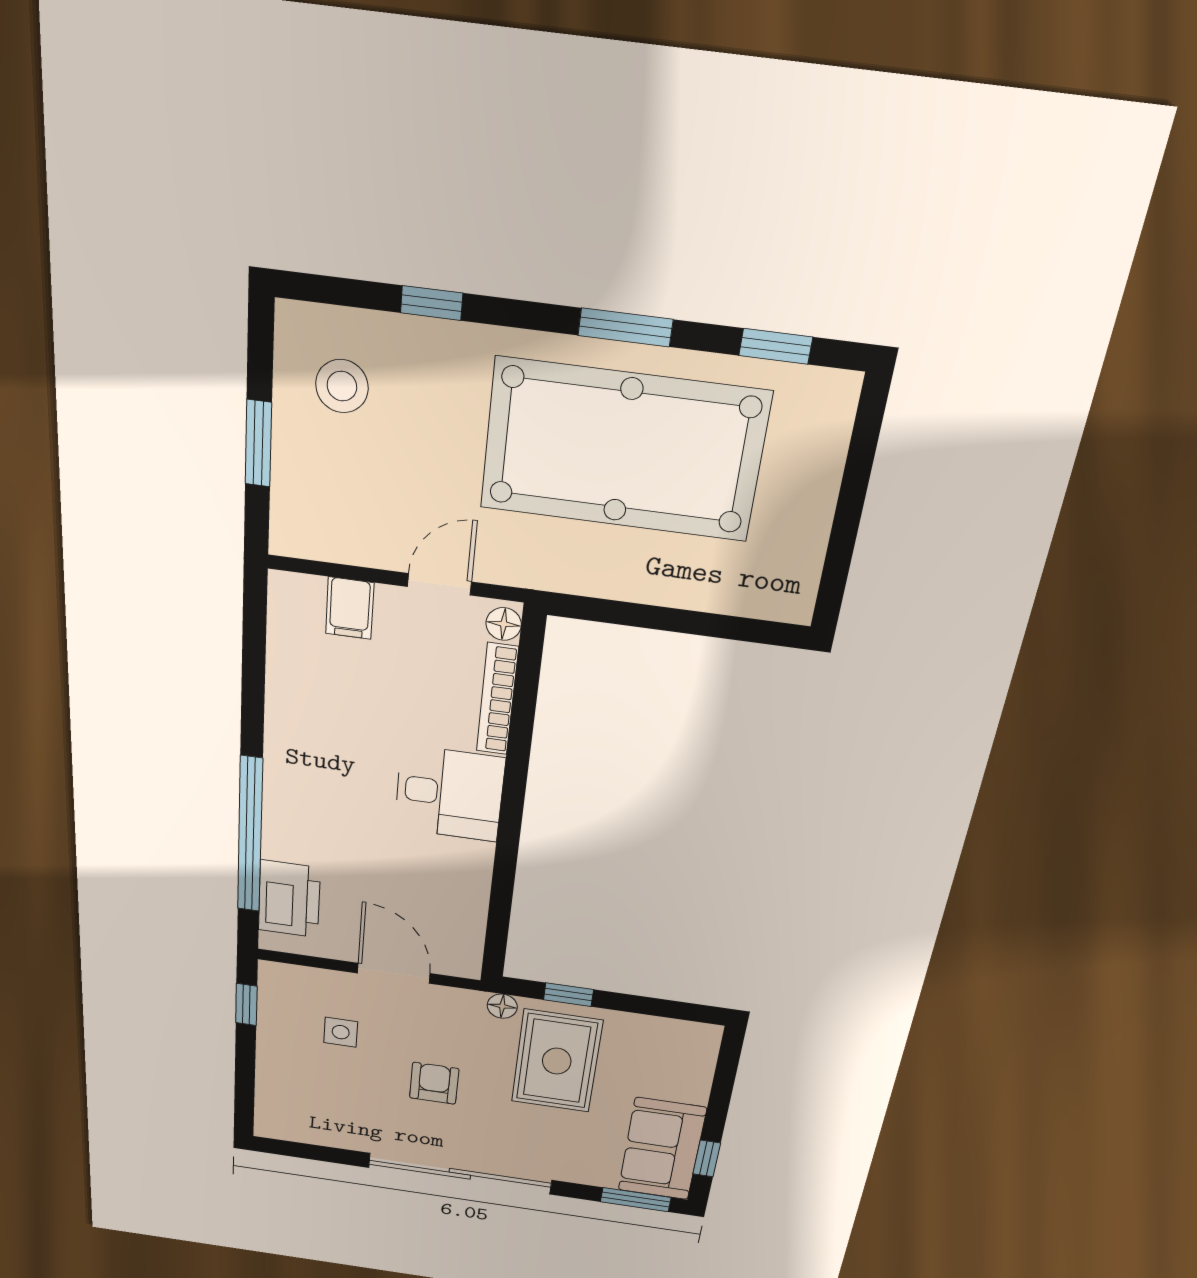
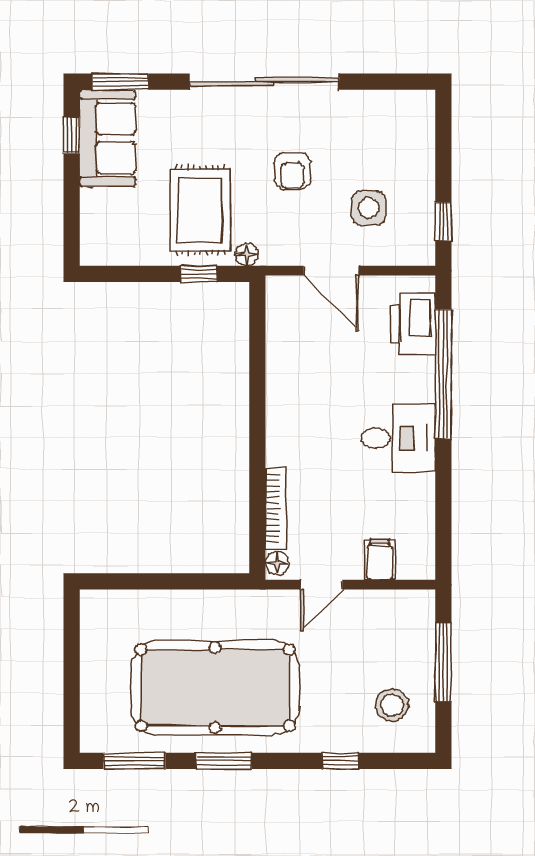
window: (776, 346) -> (134, 761), width x1.50
window: (258, 443) -> (443, 662), width x1.44
desk: (449, 793) -> (398, 438), moved, turned 180
side table: (341, 1032) -> (369, 208), width x1.37, depth x1.37

